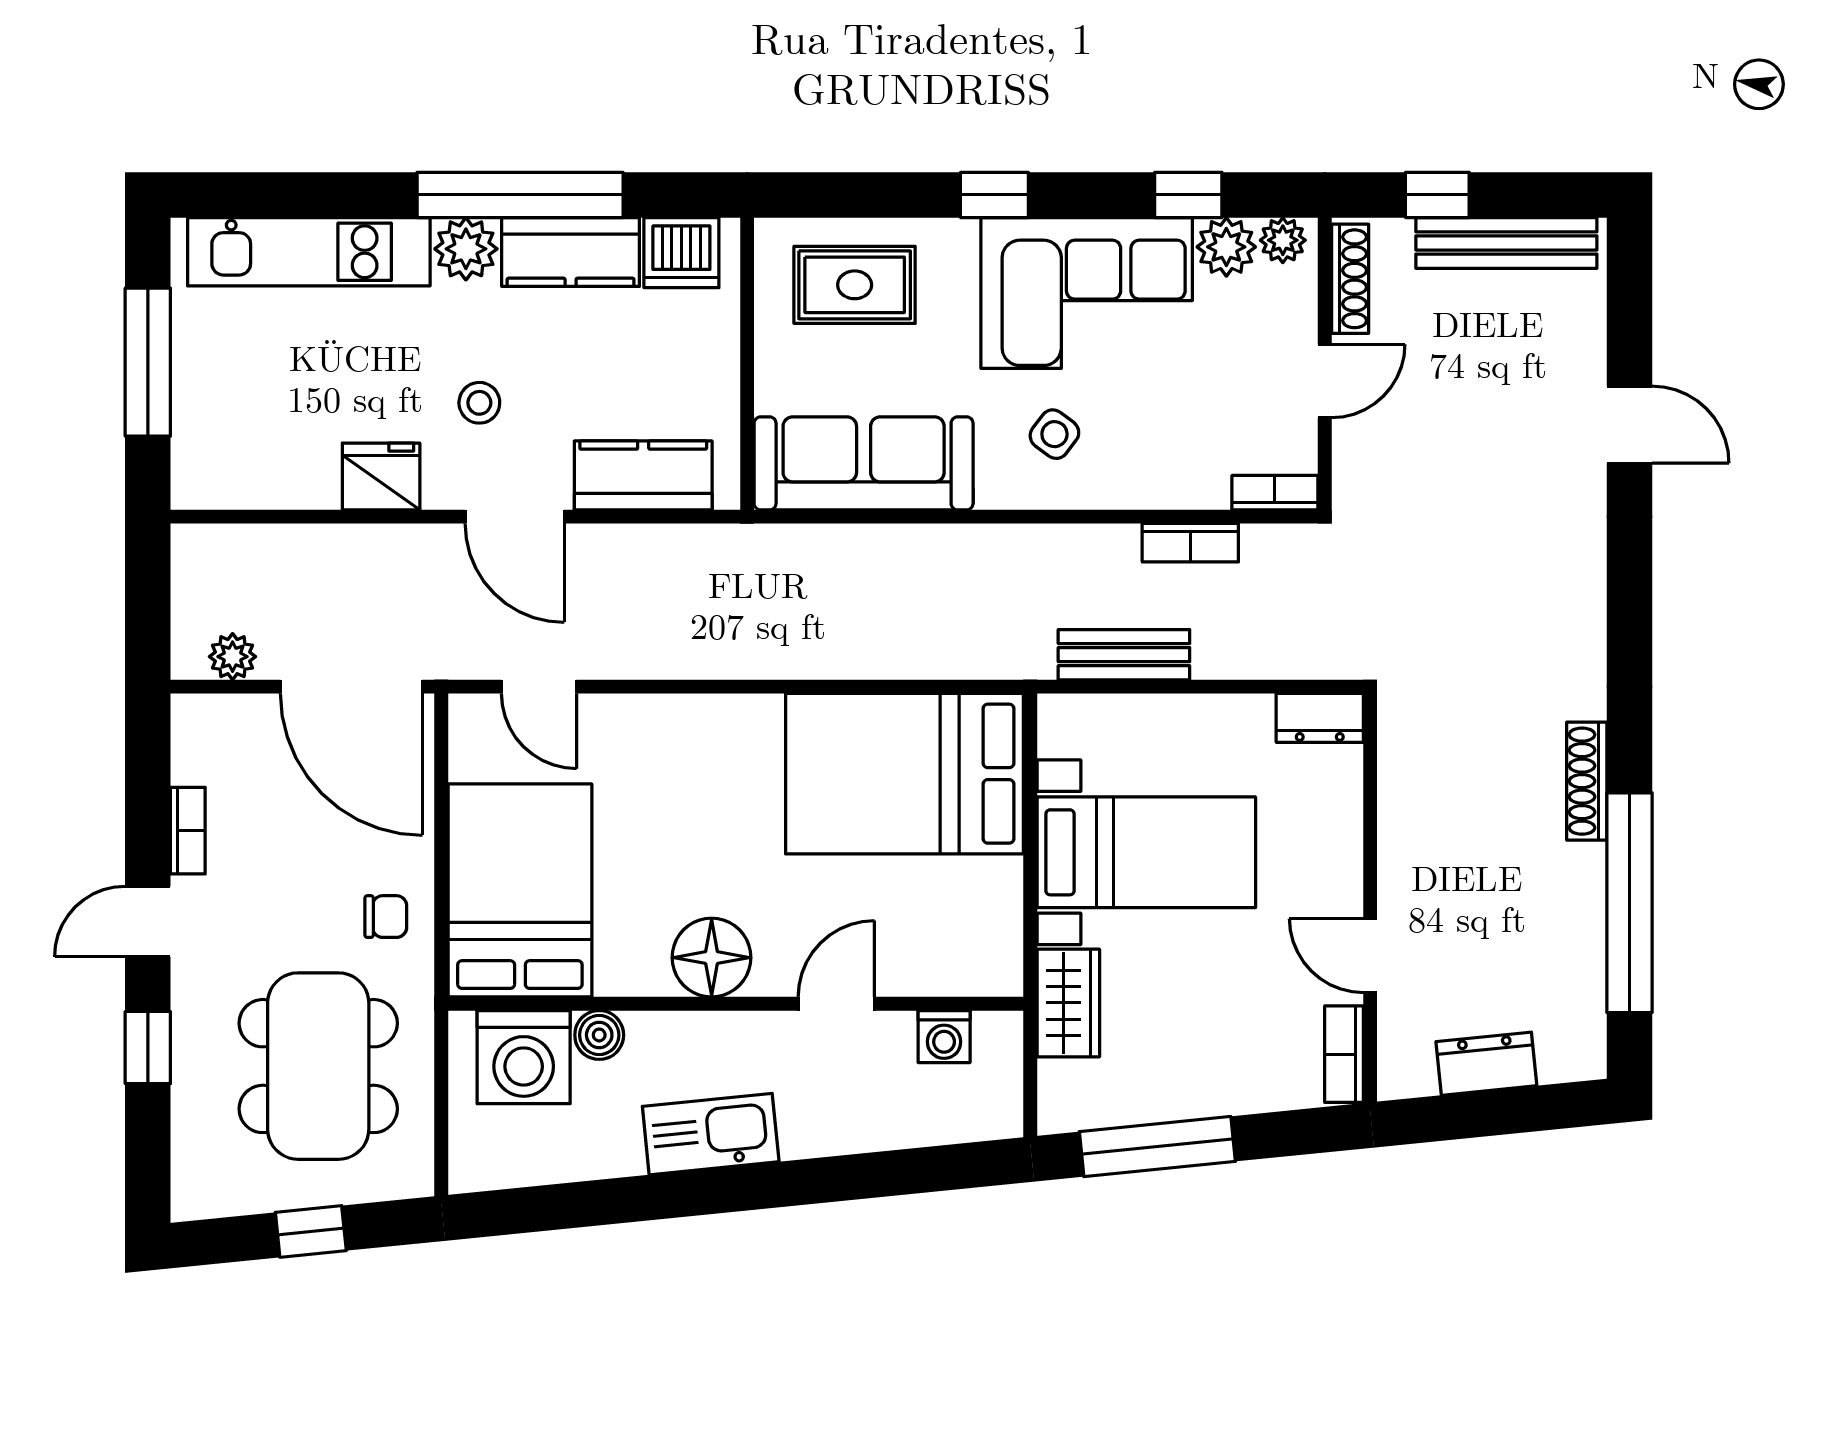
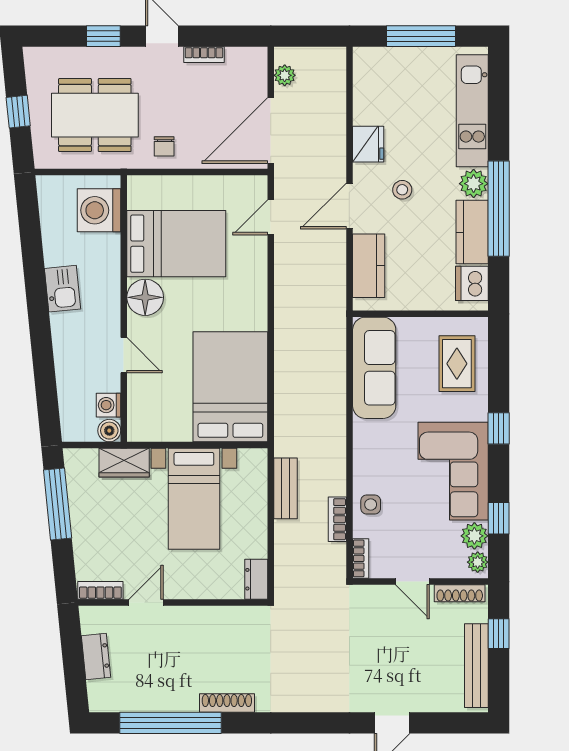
side table: (1054, 434) -> (371, 505), moved, turned -37
bed: (520, 890) -> (176, 244), moved
boiler: (599, 1035) -> (109, 431), moved
kitchen sink: (711, 1134) -> (63, 289), width x0.73

